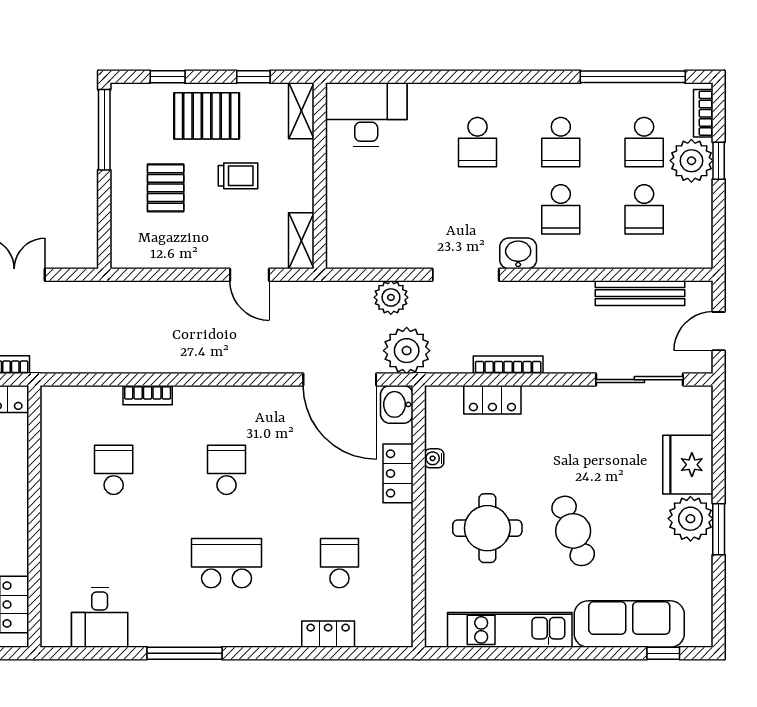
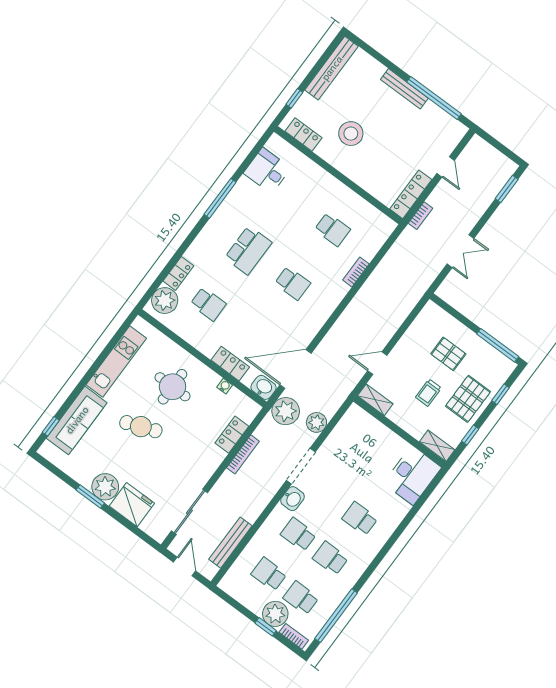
plant: (379, 626) -> (165, 301), added

